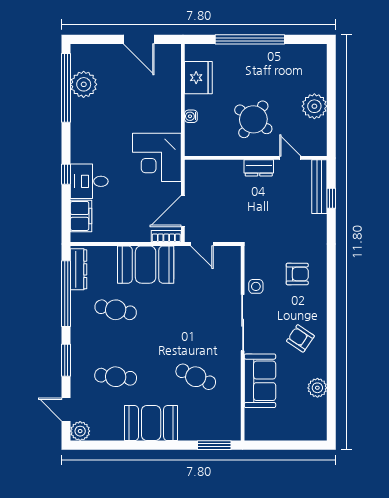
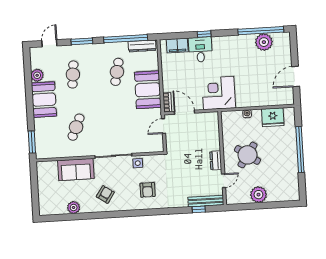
plant: (80, 431) -> (37, 75), moved

